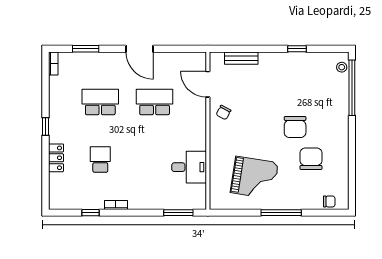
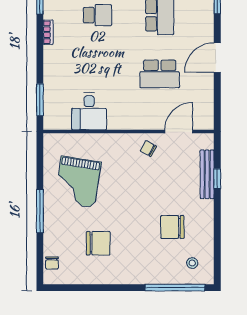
window: (297, 49) -> (217, 179), moved
bench: (241, 58) -> (207, 174), width x1.36
stool: (342, 67) -> (192, 263), moved
school desk: (155, 102) -> (160, 74), turned 90
chair: (295, 127) -> (172, 227), moved

